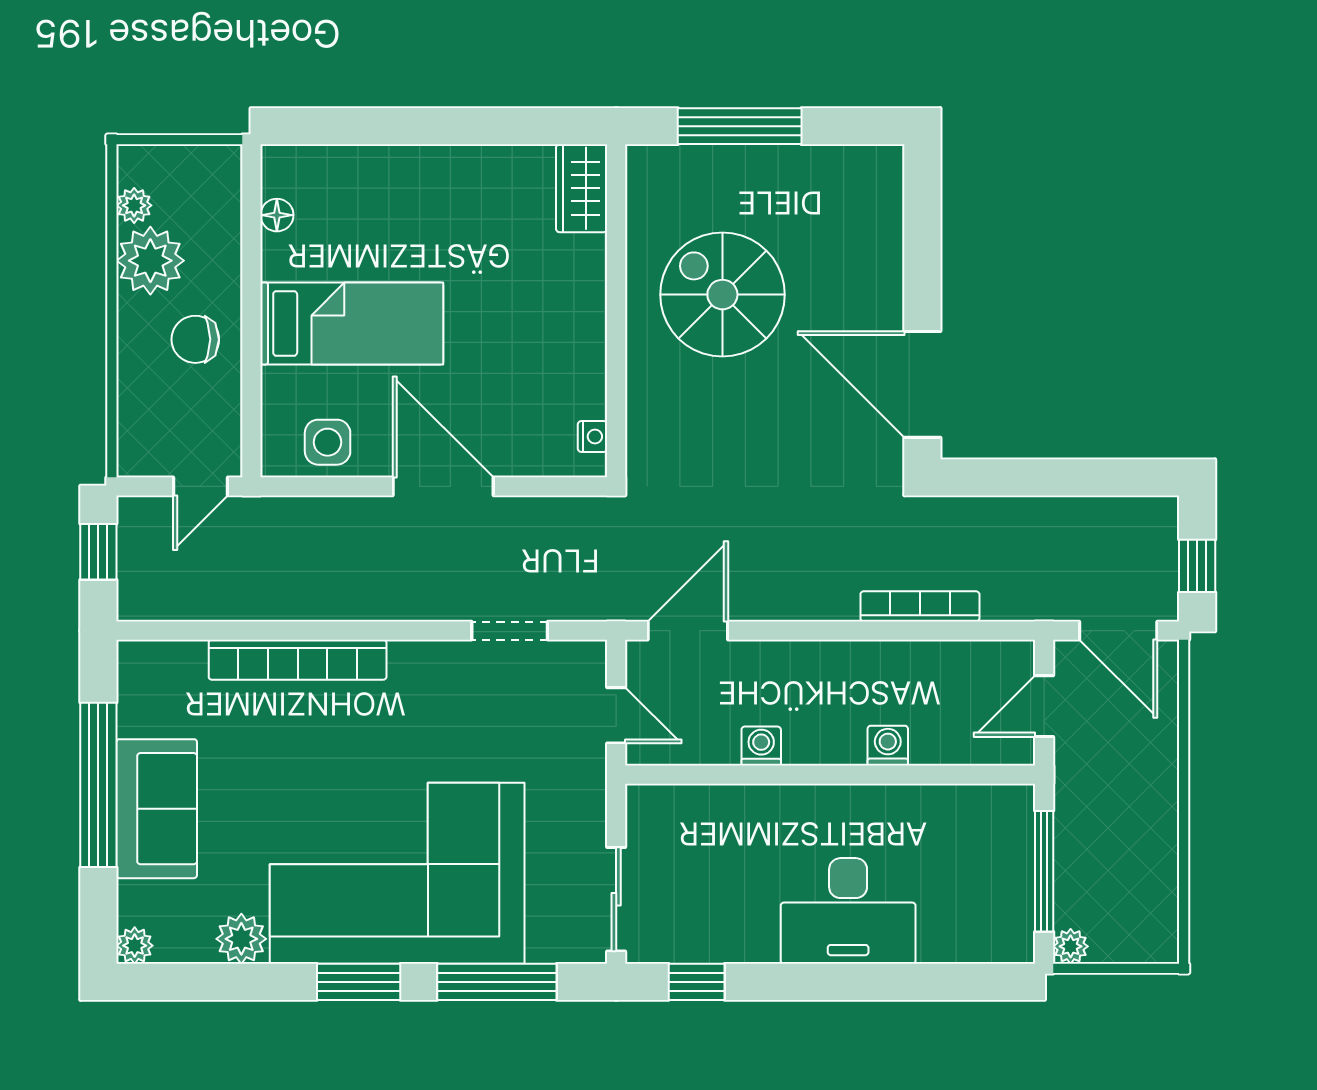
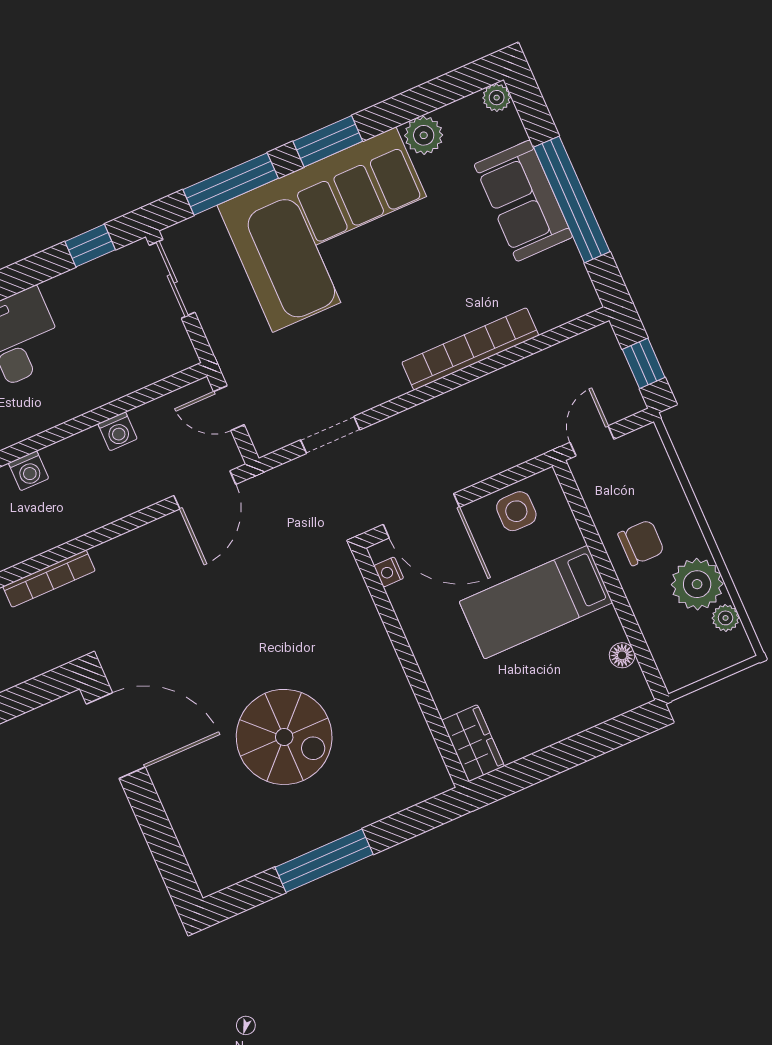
wardrobe: (582, 188) -> (473, 743), moved
wall: (616, 311) -> (411, 668), moved
nightstand: (593, 437) -> (389, 572), moved

